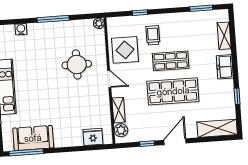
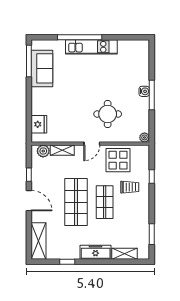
water cooler: (21, 29) -> (144, 91), moved
freezer: (225, 67) -> (96, 252), width x1.40

